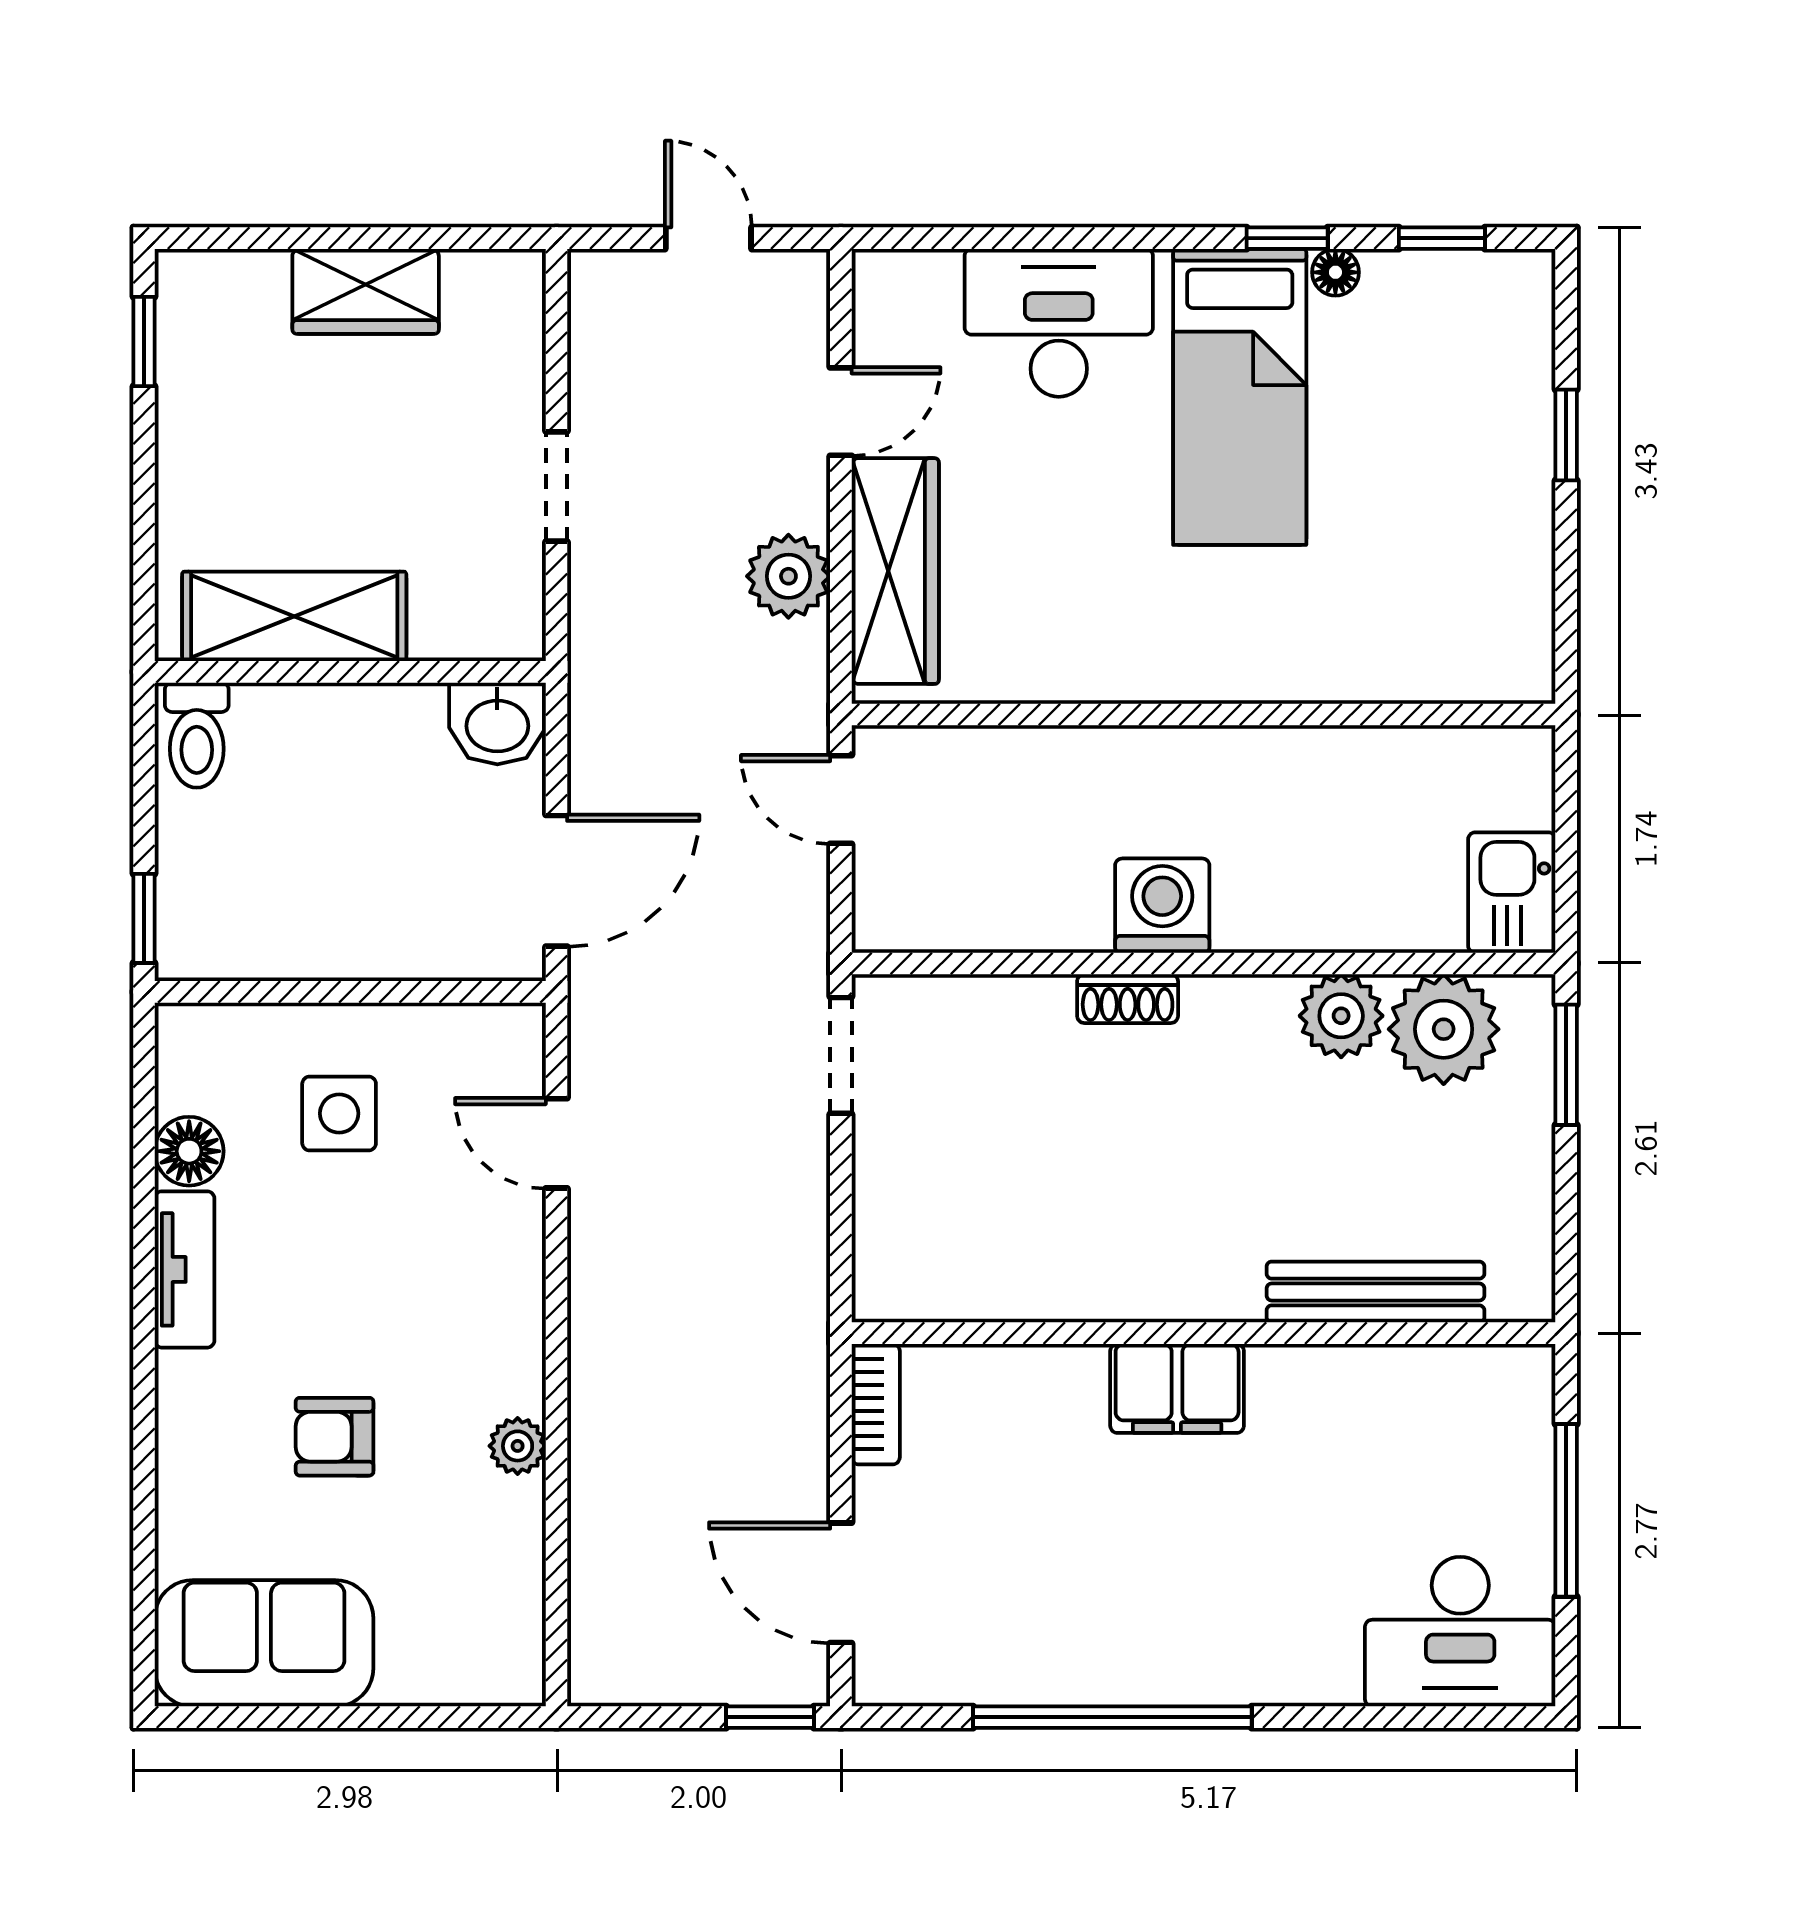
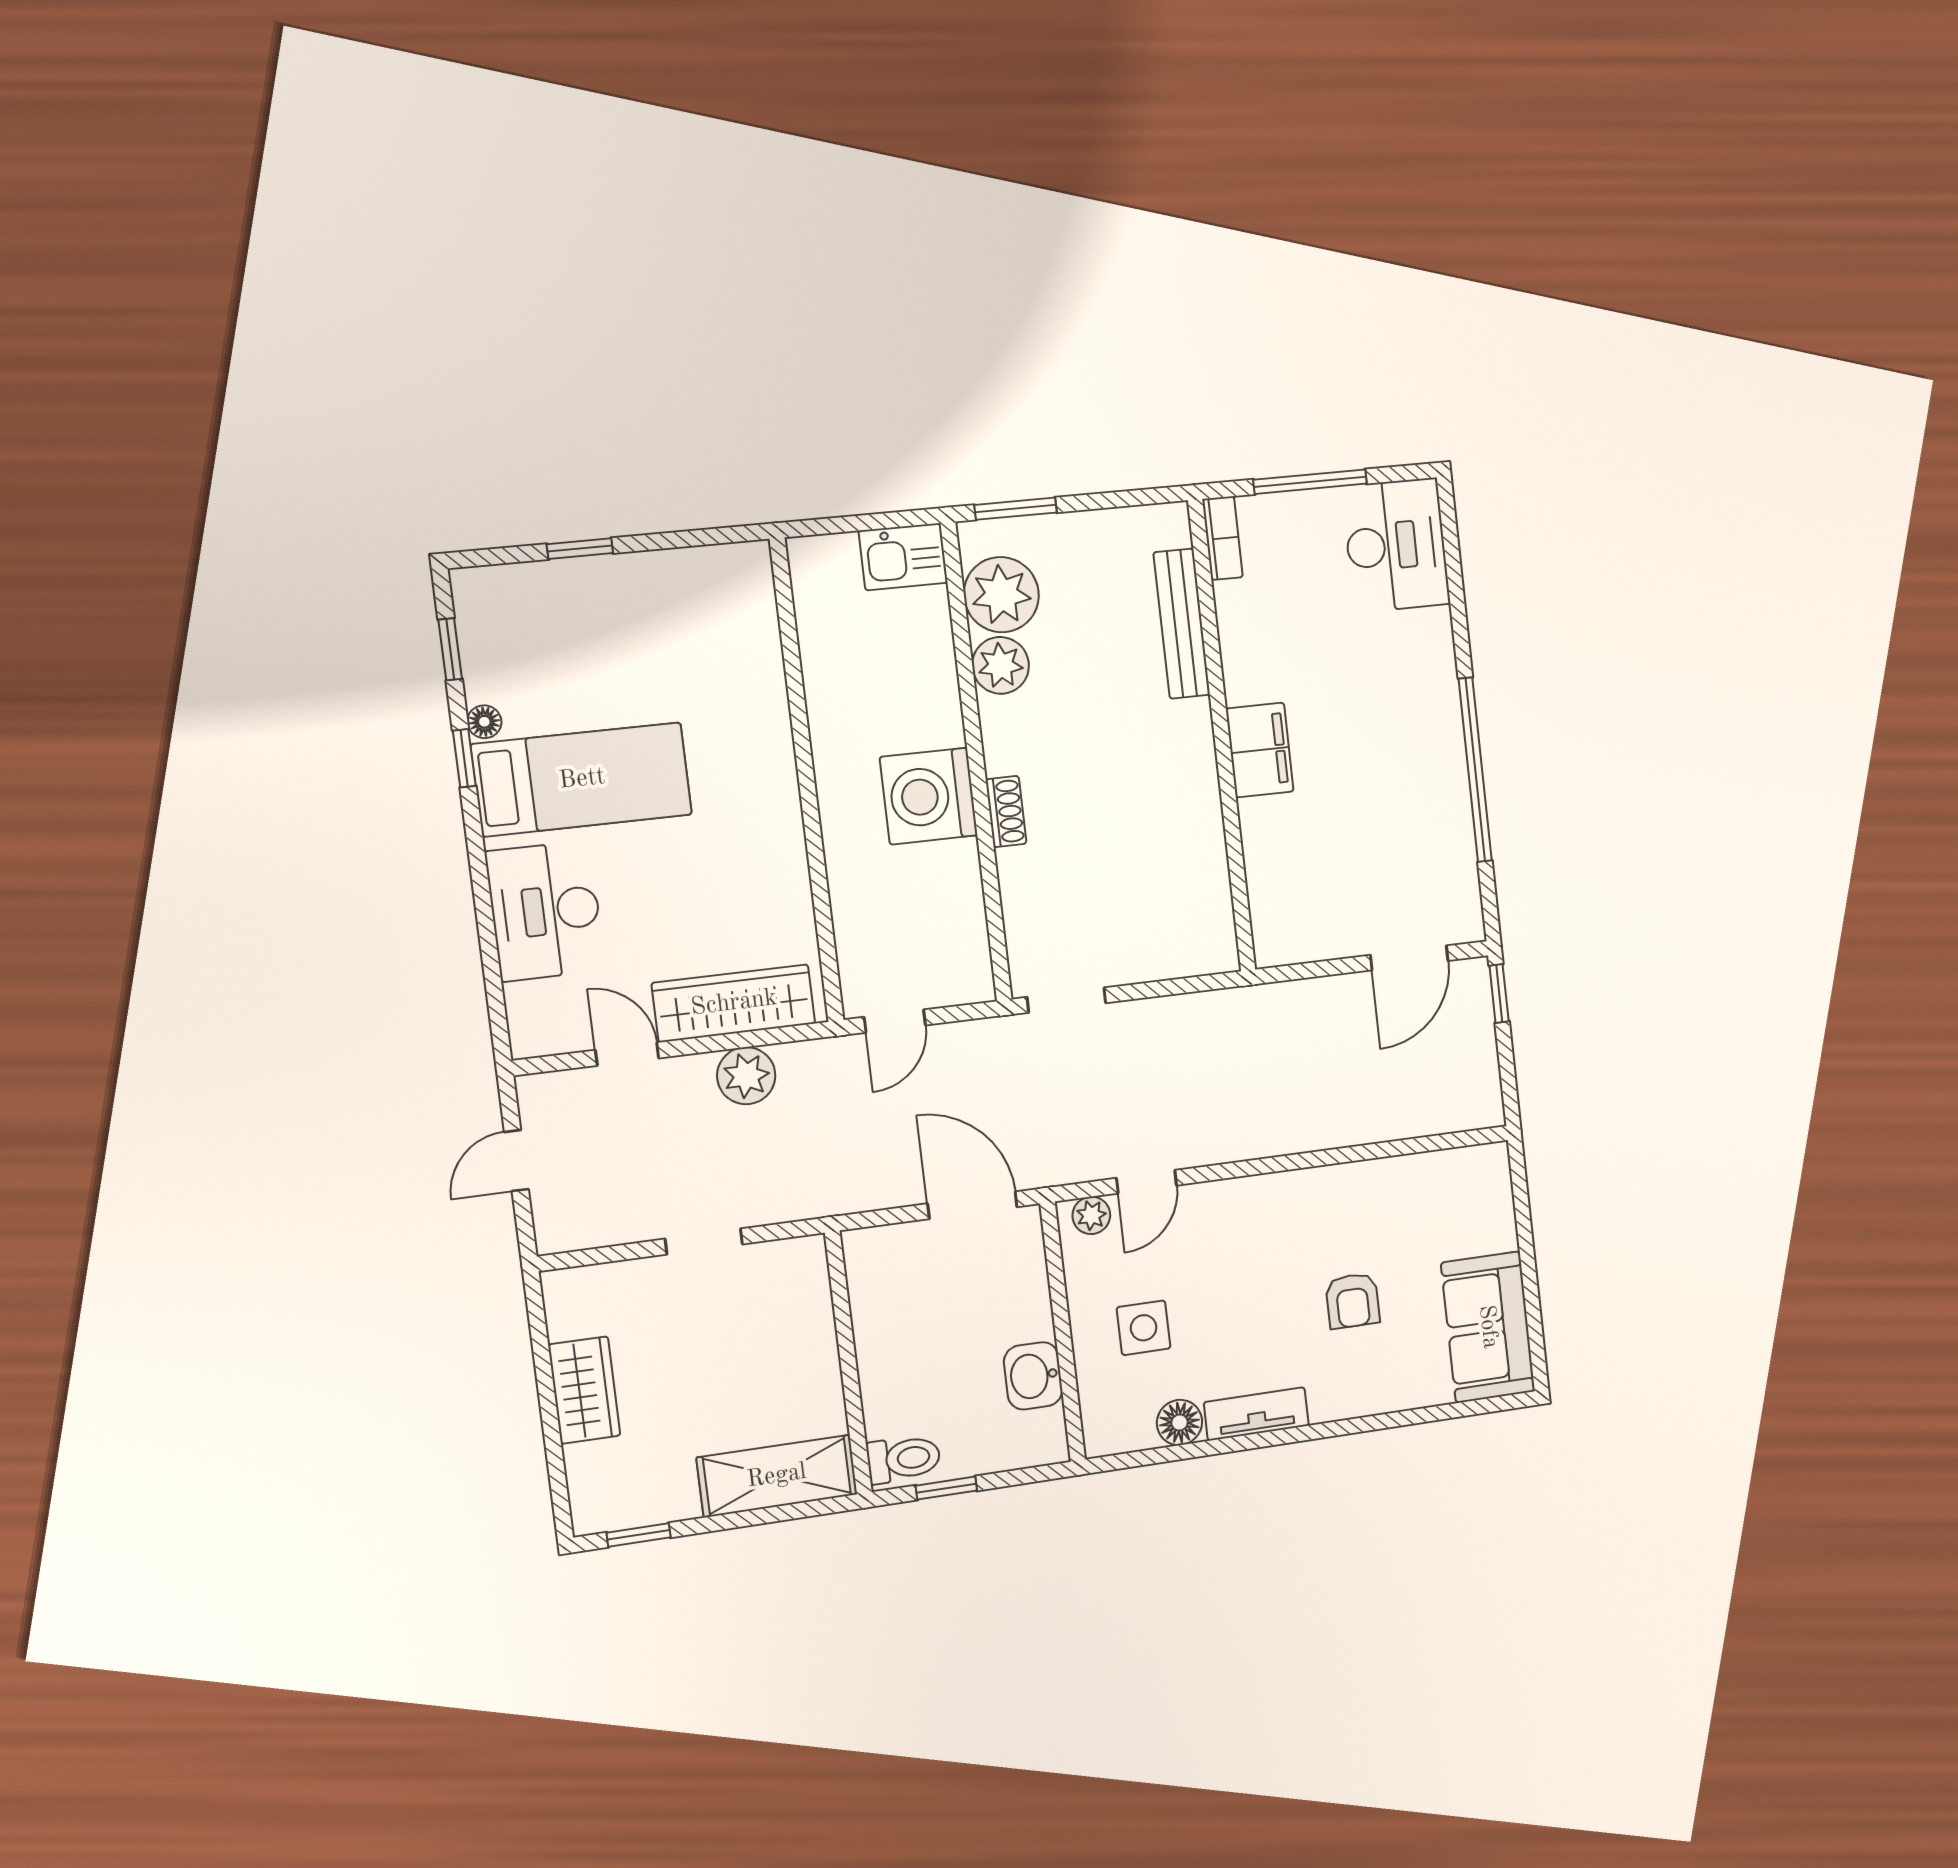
shelving: (294, 616) -> (777, 1476), moved, turned 90
washbasin: (497, 723) -> (1033, 1376), moved, turned 180
washing machine: (1162, 906) -> (929, 796), width x1.37, depth x1.37
window: (144, 918) -> (946, 1488), moved
bookcase: (876, 1404) -> (1223, 538), moved, turned 90
plant: (518, 1446) -> (1091, 1215), moved

